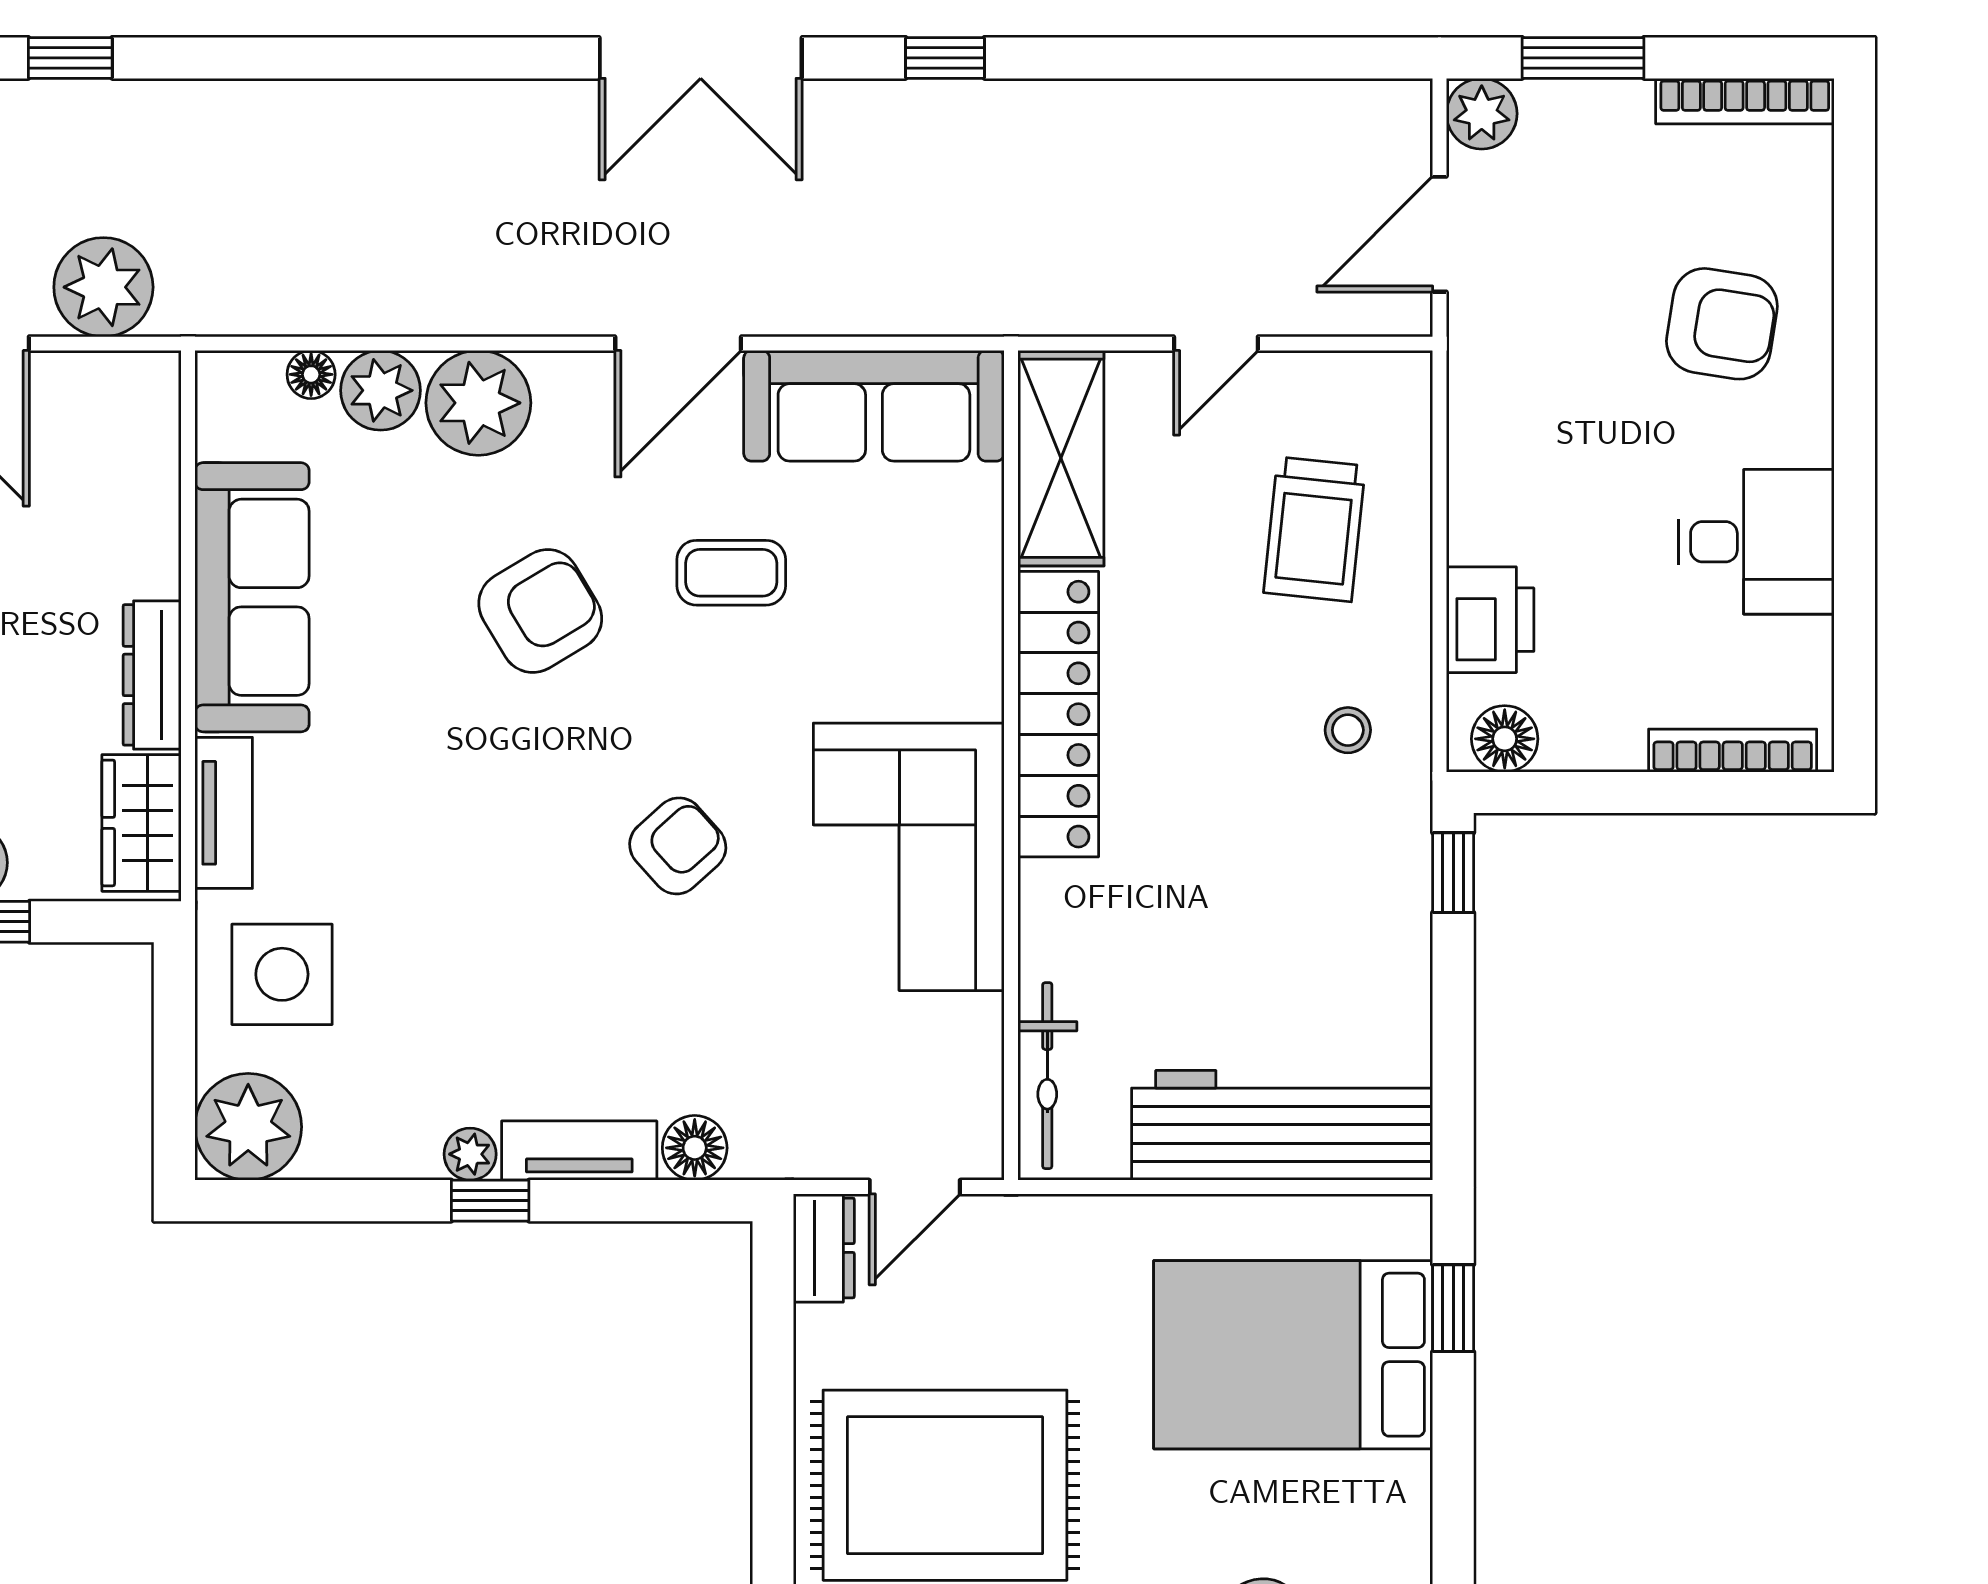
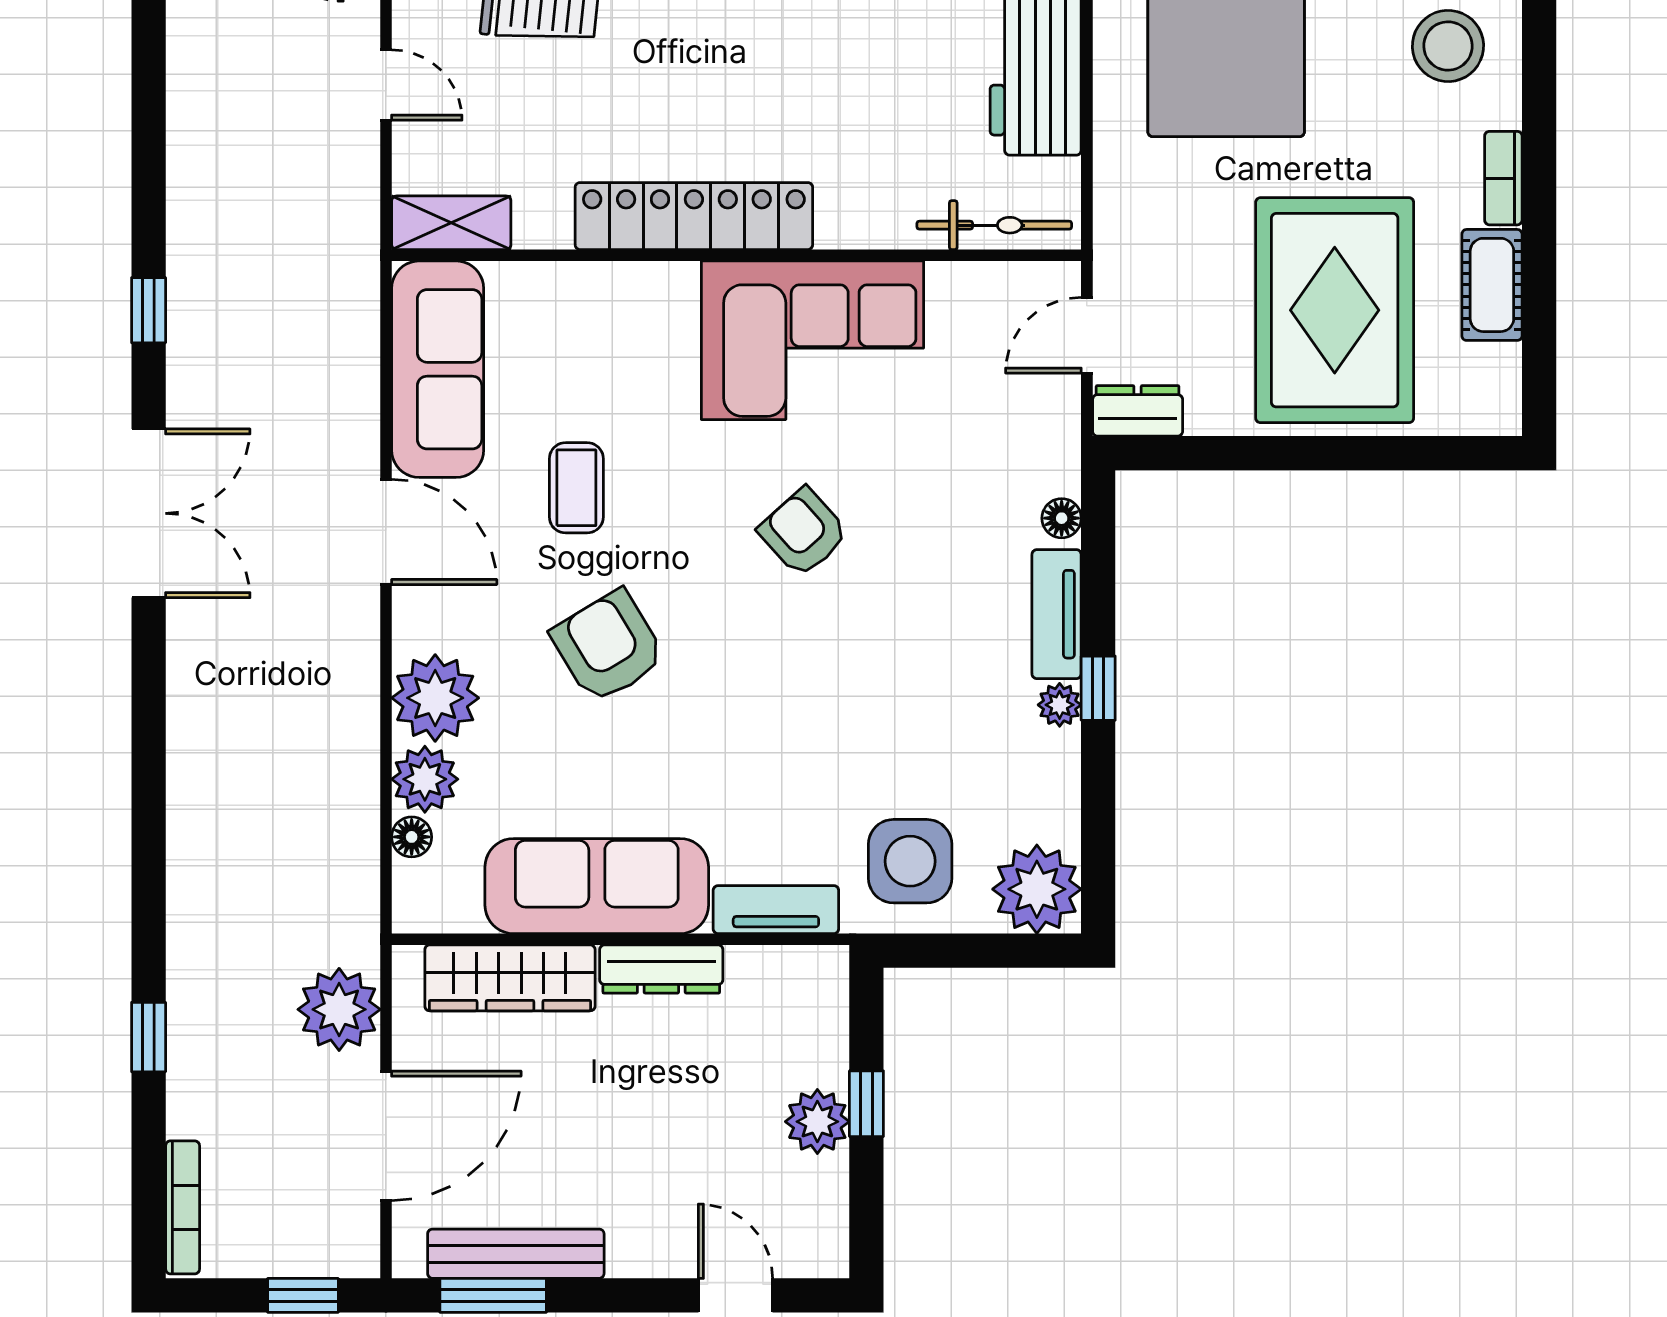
shelving: (1061, 458) -> (451, 223), width x0.67, depth x0.75
wardrobe: (142, 823) -> (510, 978), moved, width x1.50
floor lamp: (695, 1148) -> (1062, 518), width x0.73, depth x0.73
door: (915, 1187) -> (1087, 335), swing flipped

